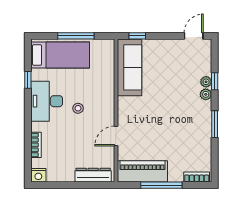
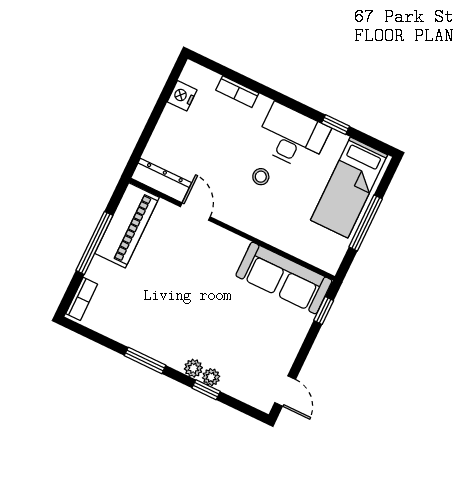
nightstand: (38, 175) -> (182, 96), moved
dresser: (93, 175) -> (161, 180), moved, turned -90

